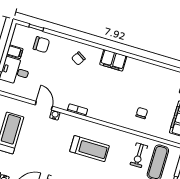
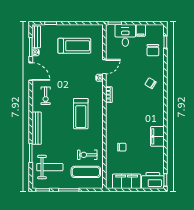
filing cabinet: (113, 60) -> (157, 136), moved

